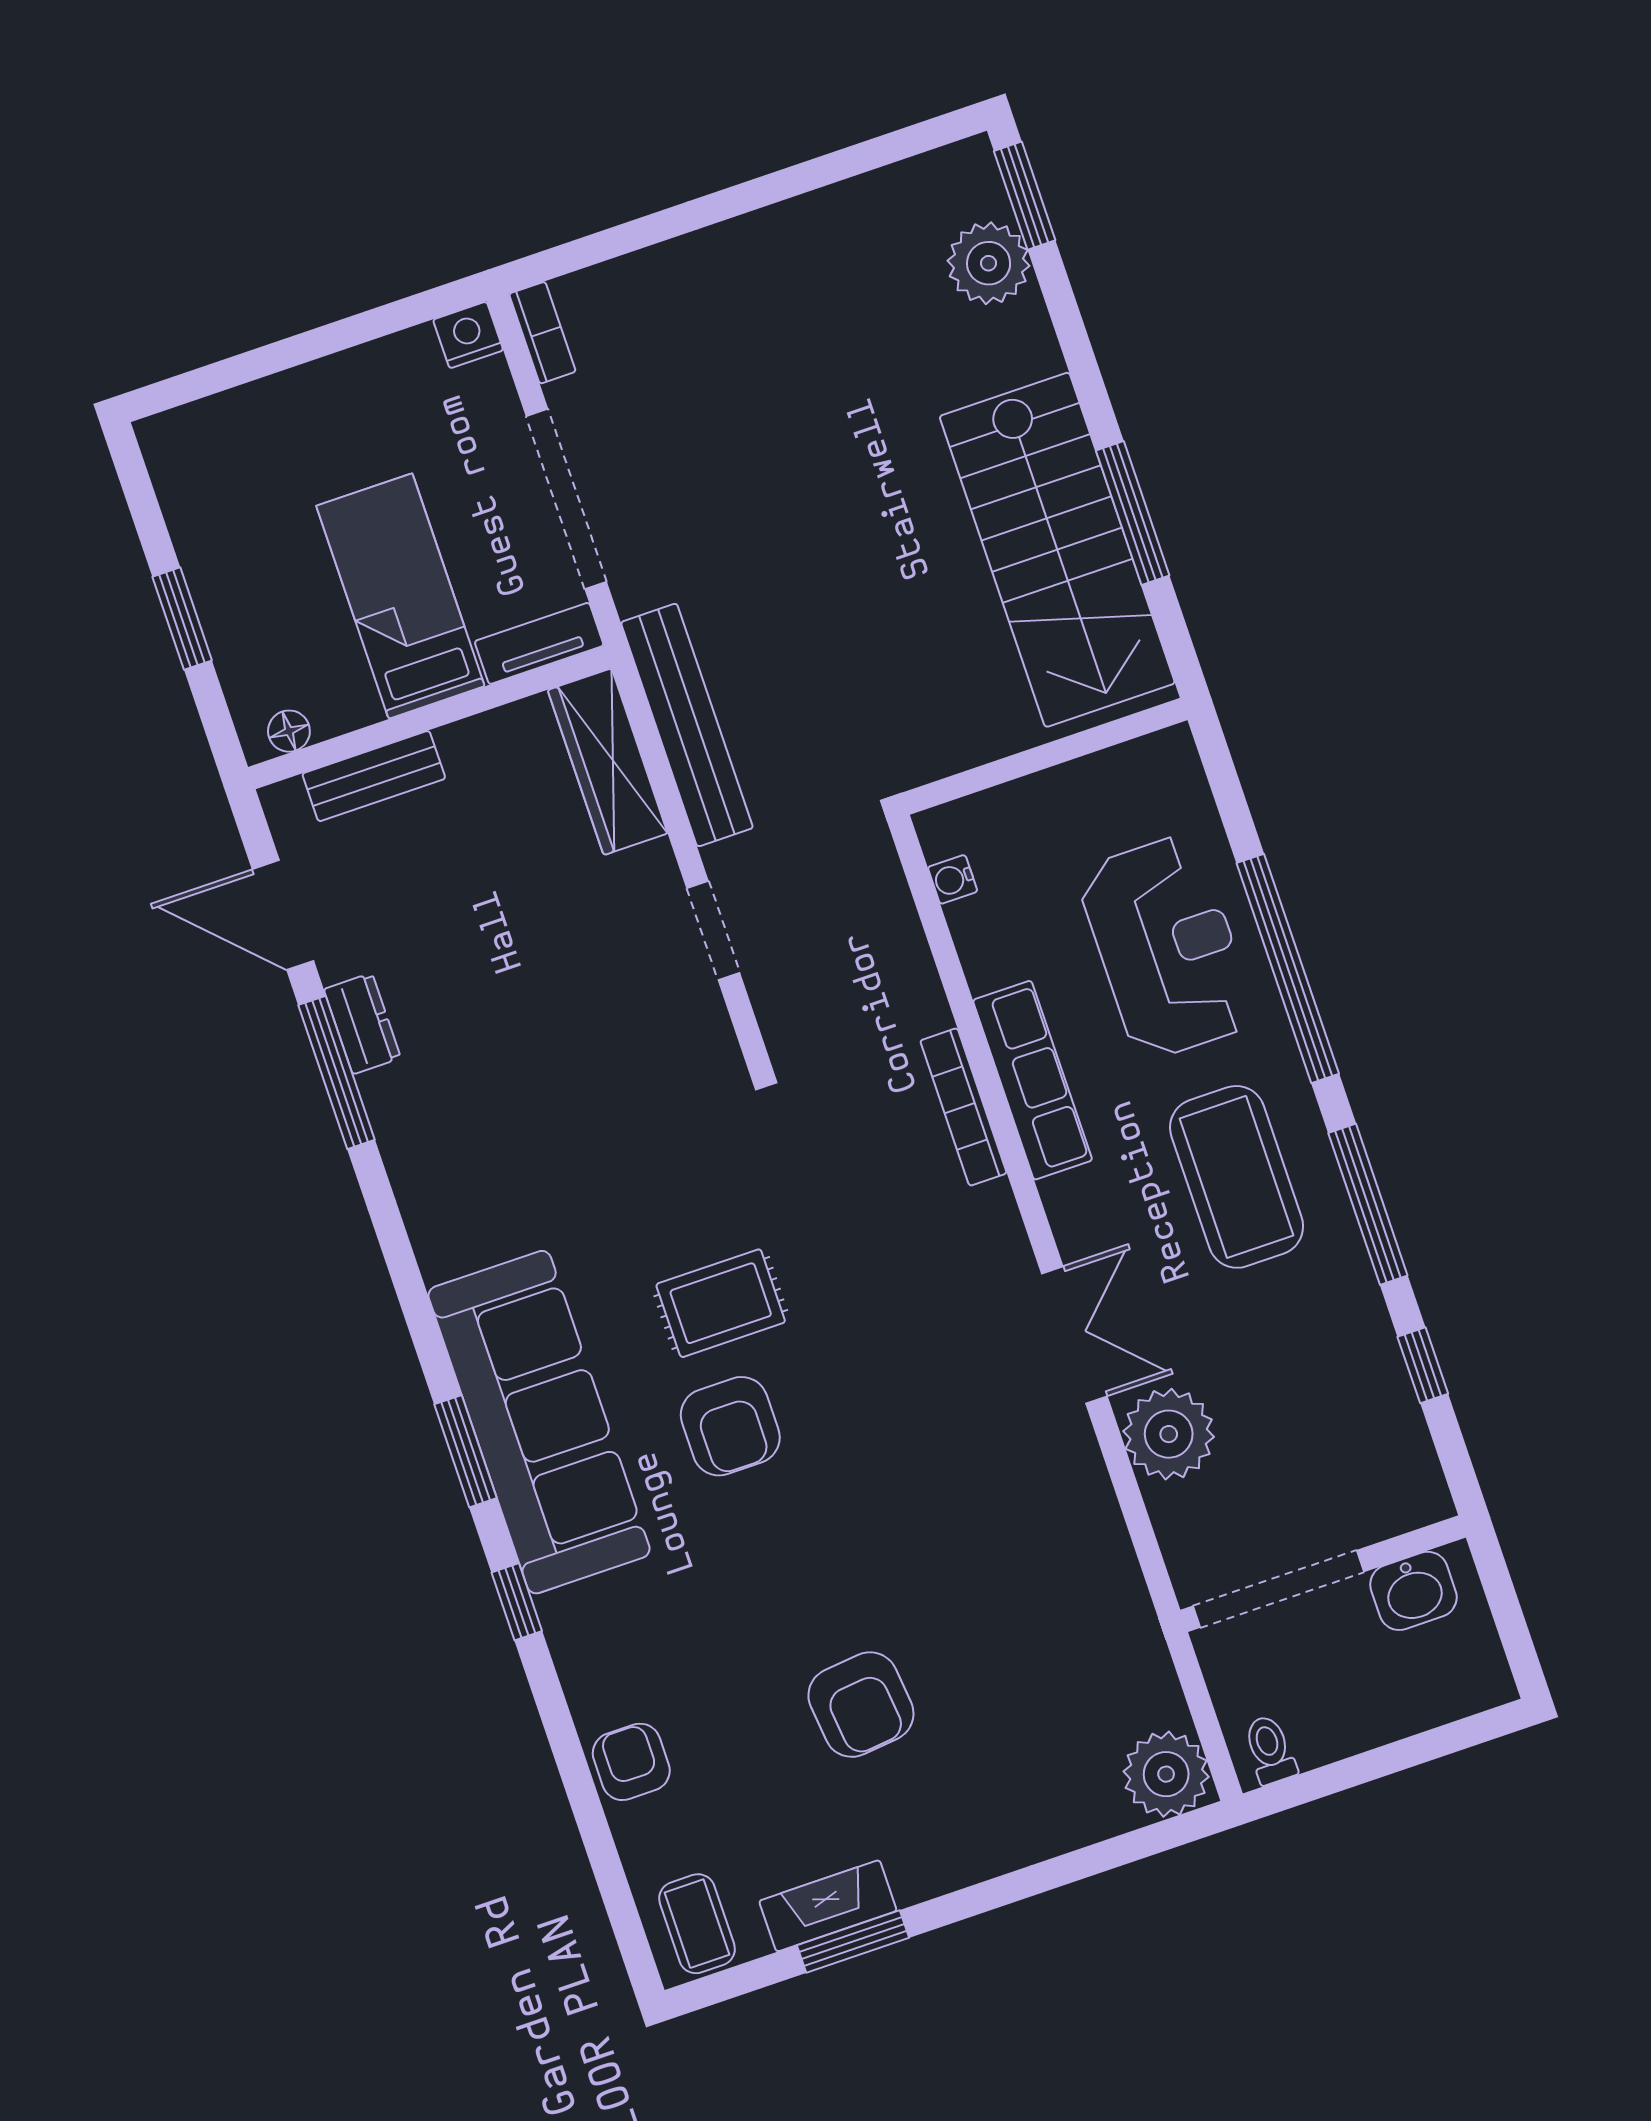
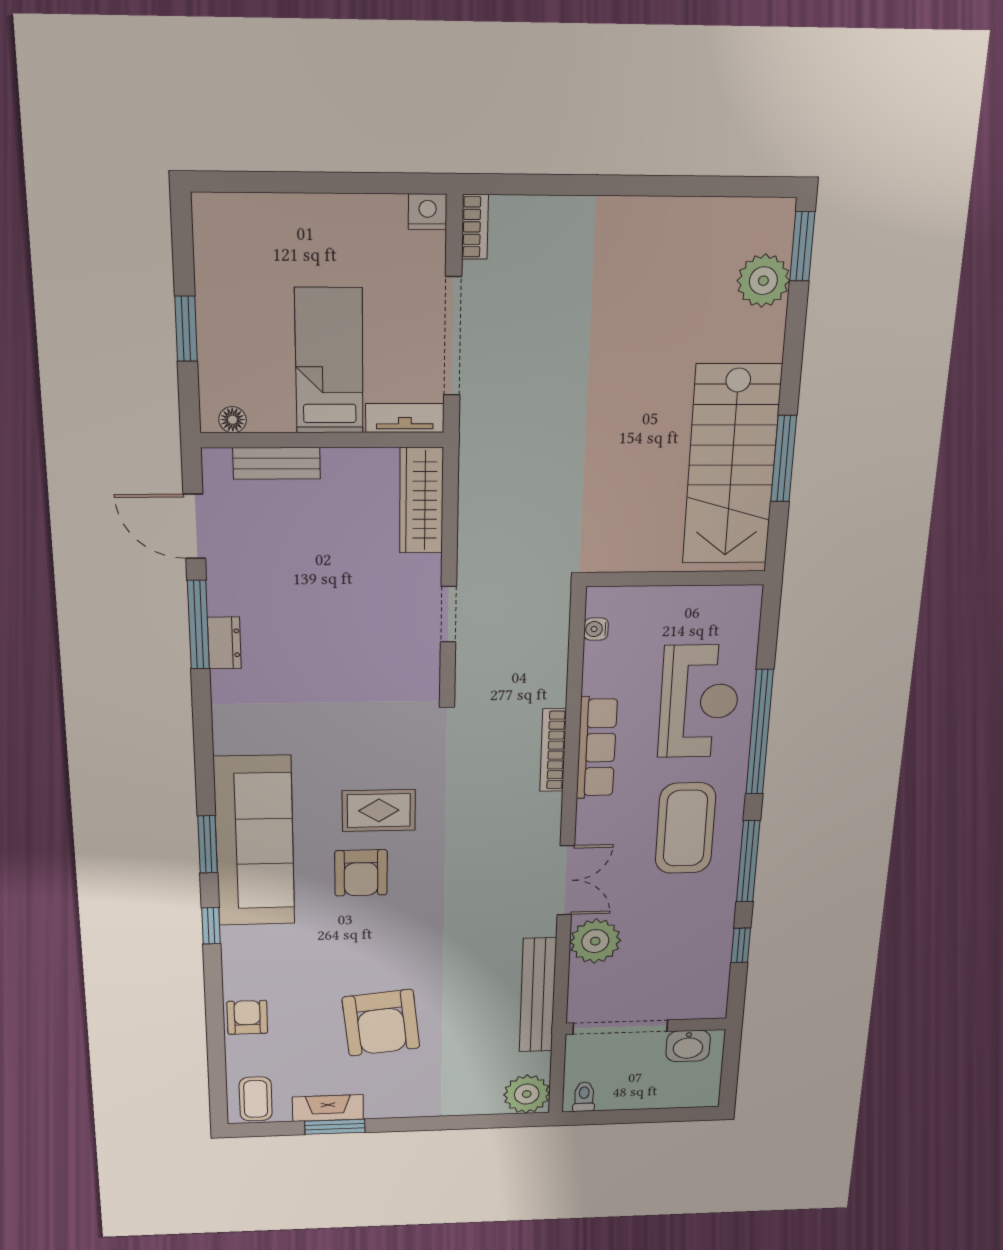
bench: (687, 725) -> (538, 995), moved
dresser: (362, 1024) -> (224, 643), moved
armchair: (861, 1705) -> (381, 1023), width x1.36, depth x1.36

